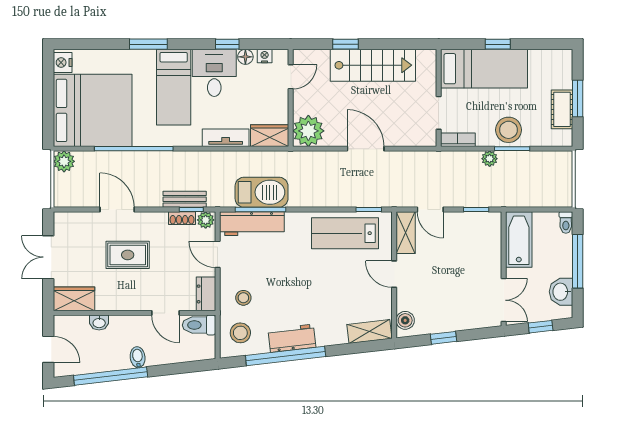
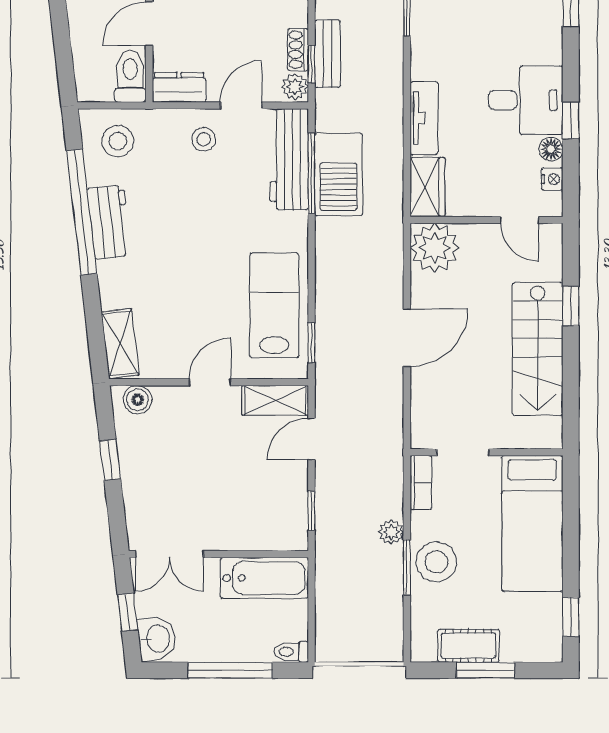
window: (498, 44) -> (571, 617), moved
bed: (174, 87) -> (503, 36), removed
washbasin: (561, 292) -> (157, 639), moved, turned 83
stool: (243, 298) -> (204, 139), moved

